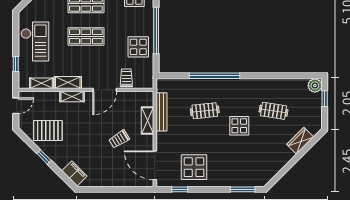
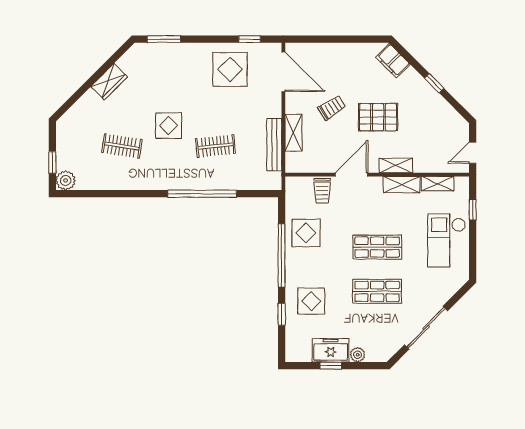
pallet: (48, 131) -> (378, 117), moved
wardrobe: (300, 141) -> (109, 82), moved

